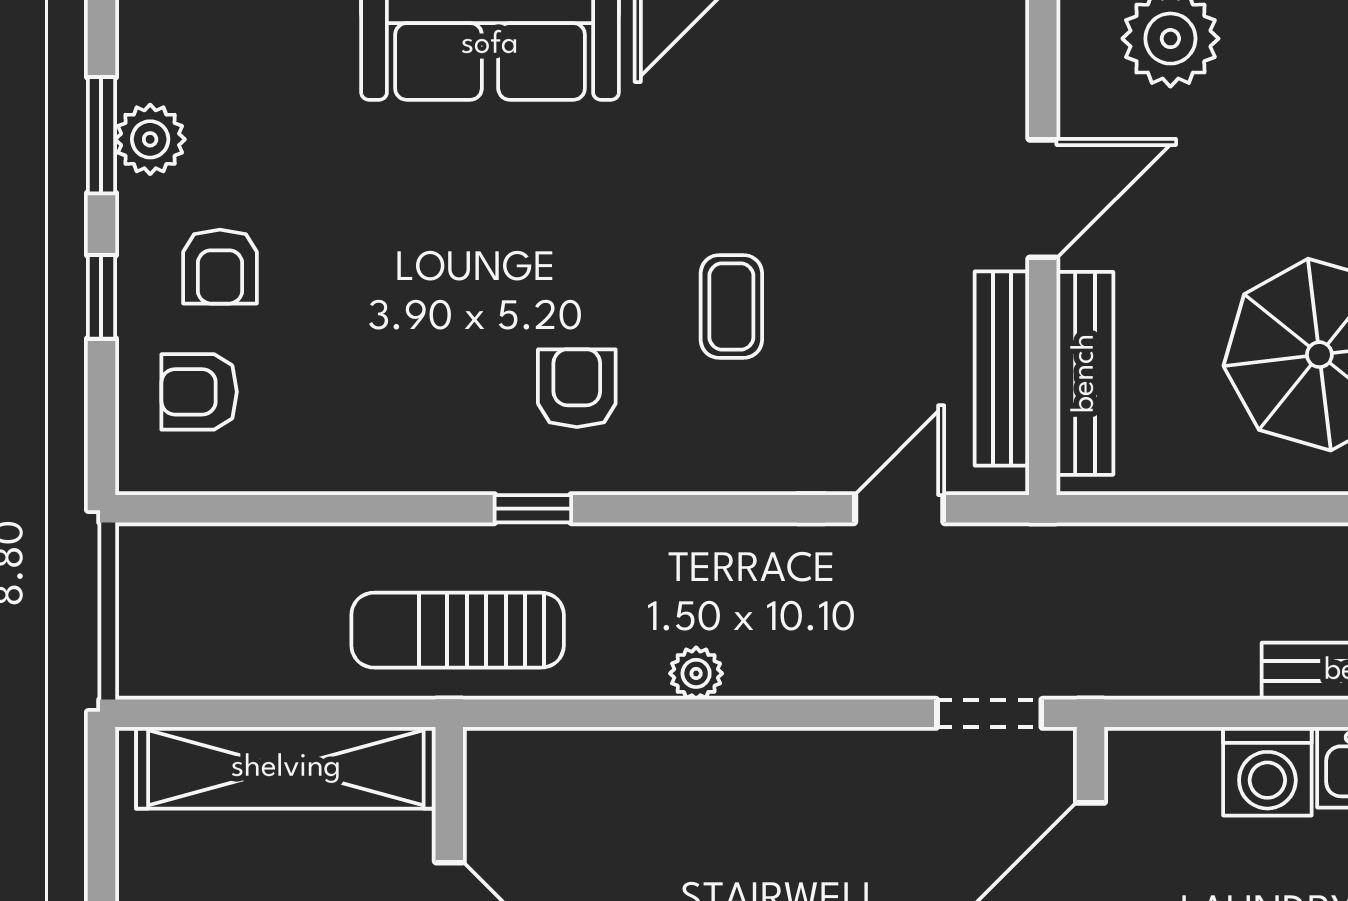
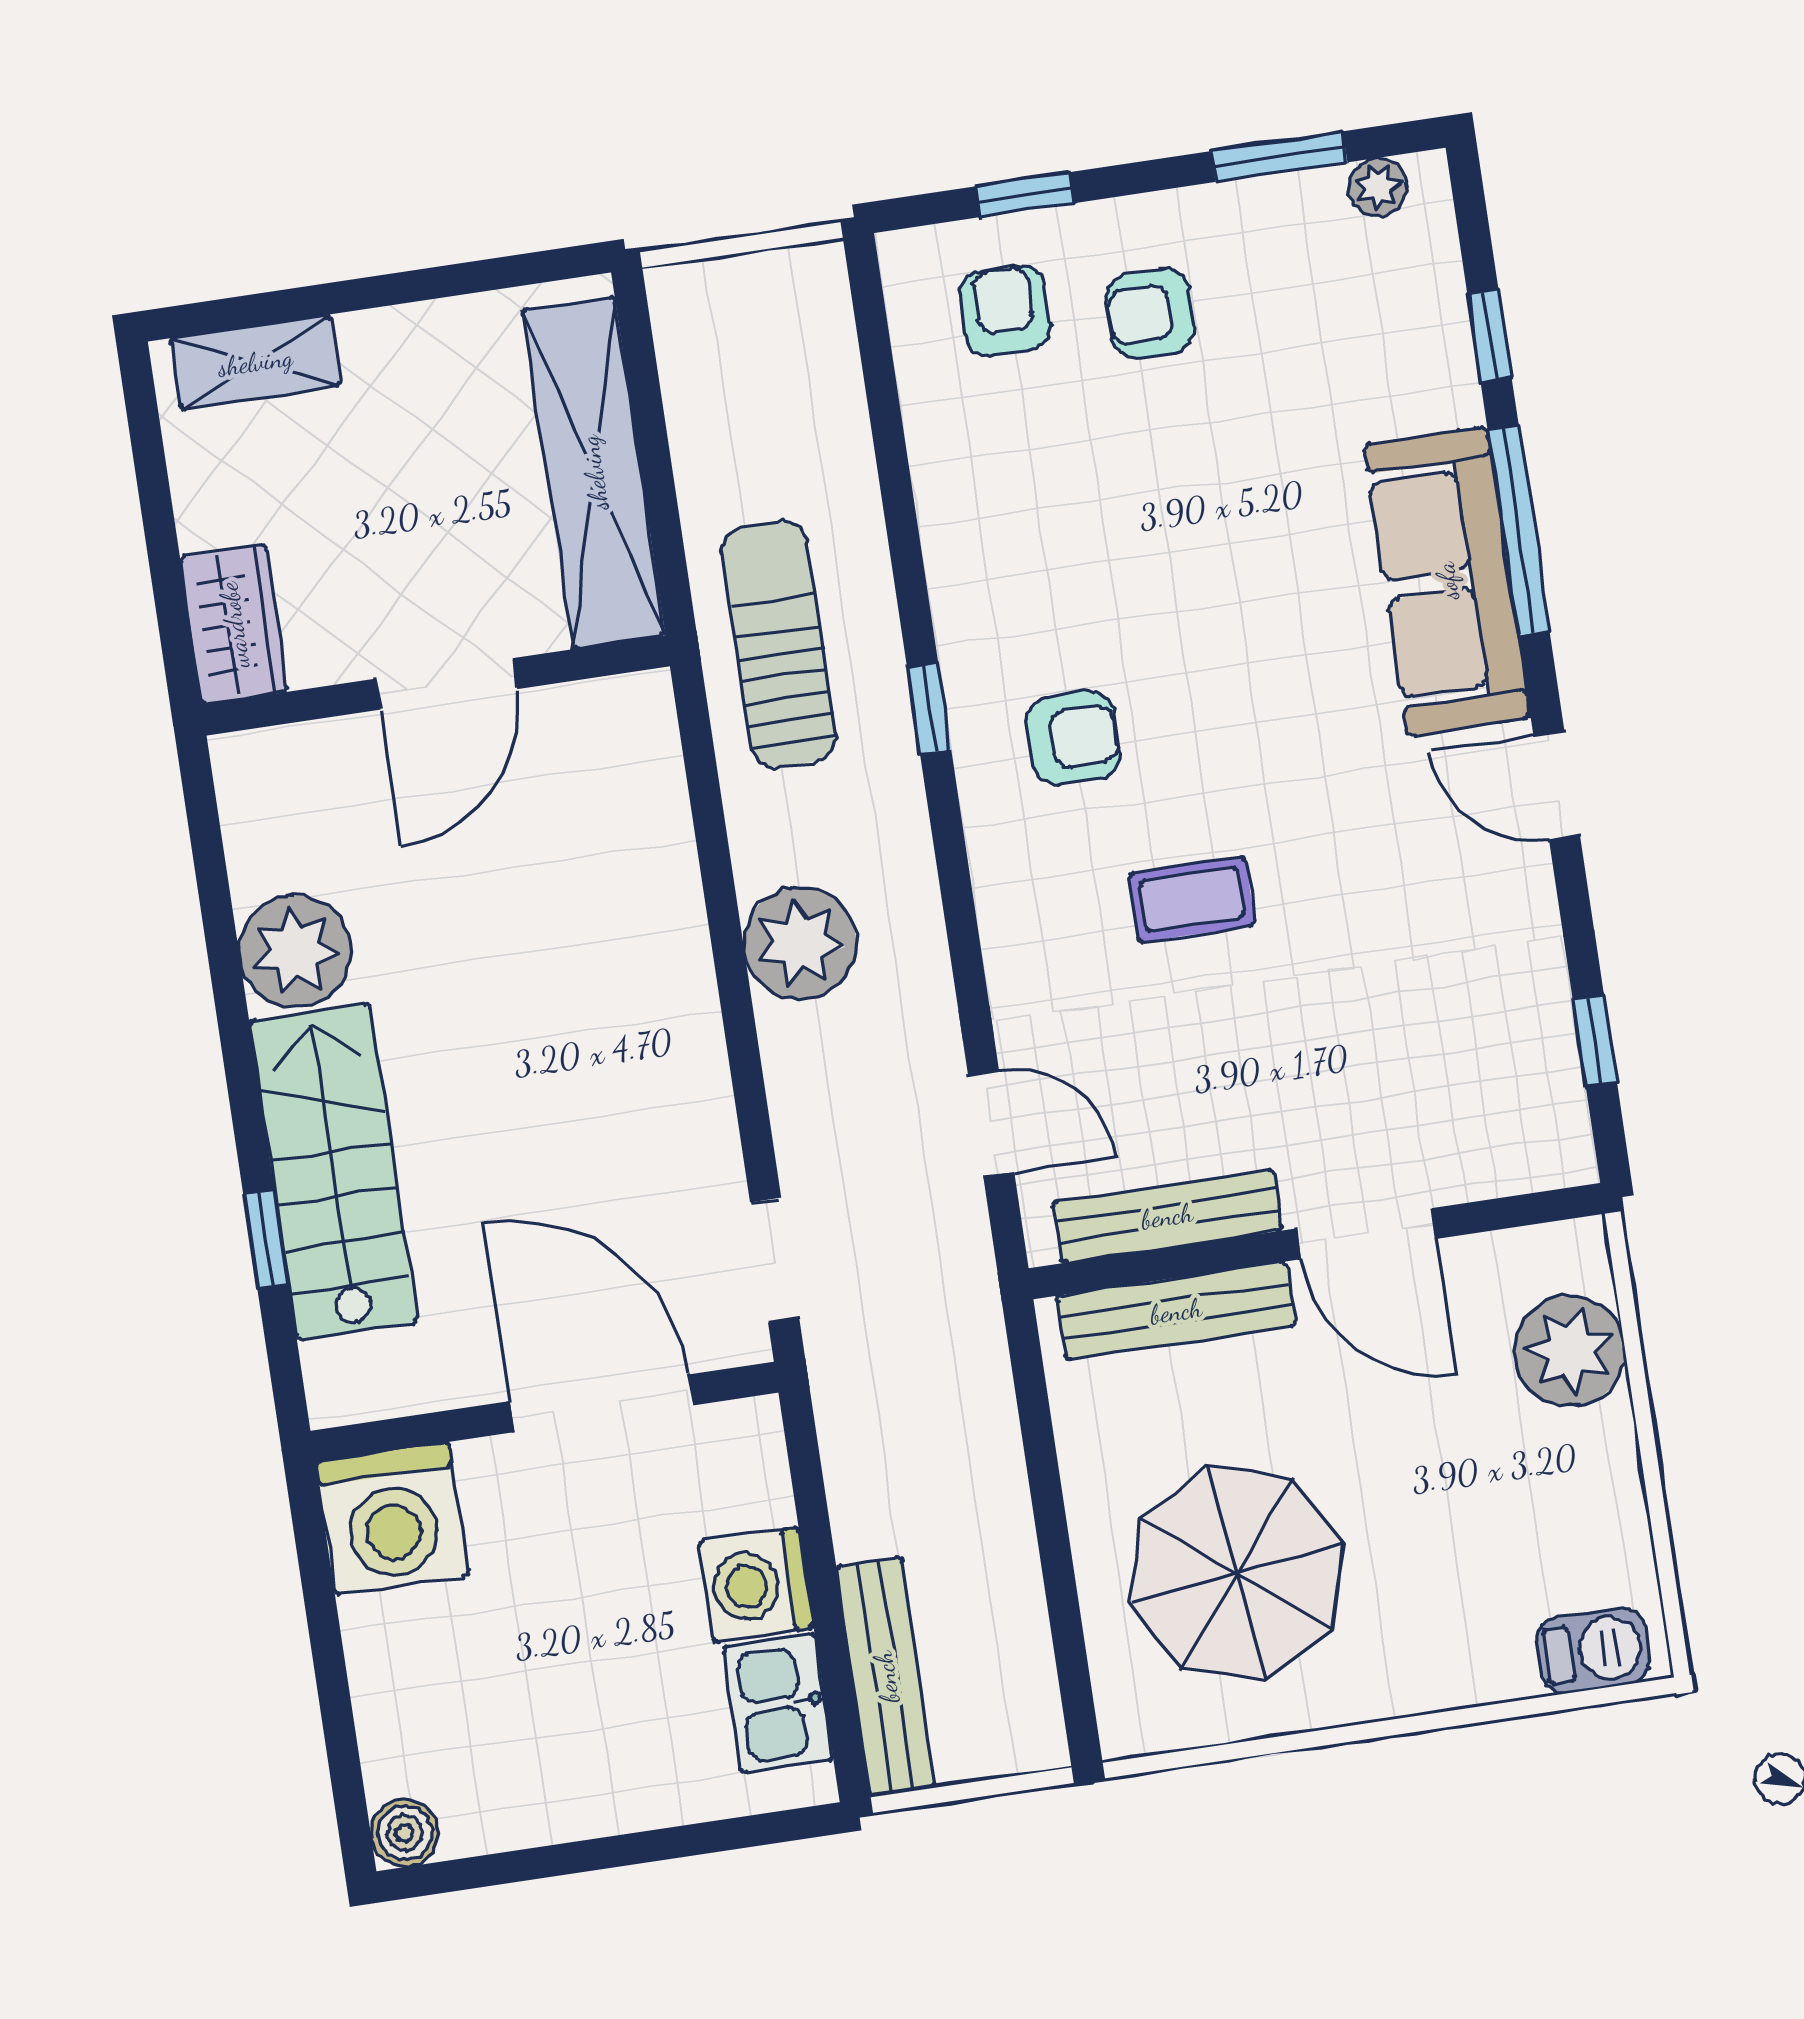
plant: (150, 139) -> (1378, 187), moved, width x0.73, depth x0.73
window: (101, 297) -> (1025, 195), moved
plant: (696, 673) -> (800, 943), width x1.87, depth x1.87

